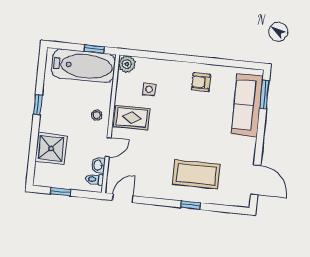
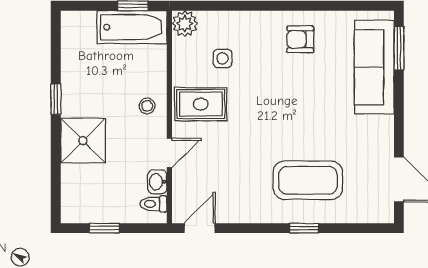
bathtub: (83, 66) -> (132, 27), width x0.73, depth x0.73
shower: (51, 148) -> (83, 141), moved

